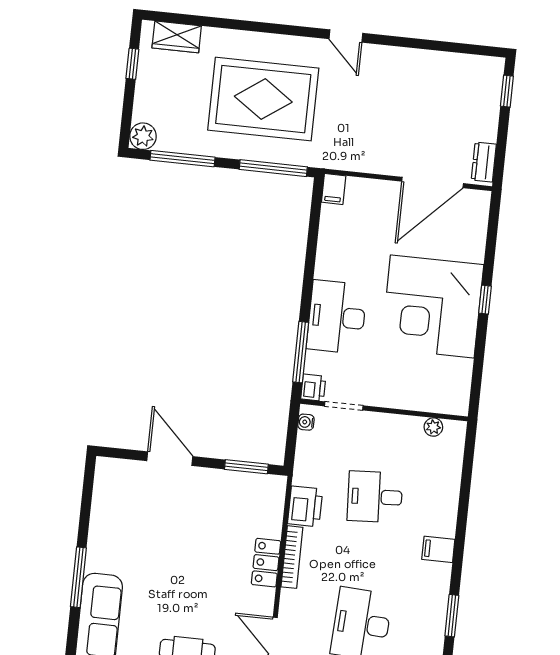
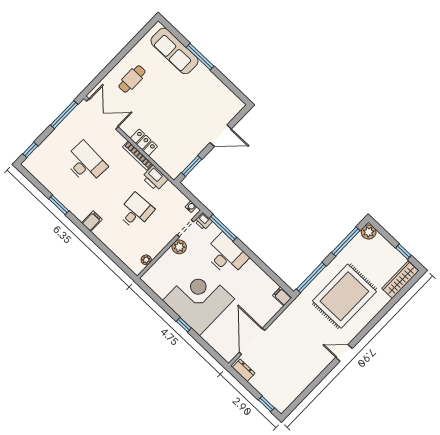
wardrobe: (177, 37) -> (400, 280), width x1.50
plant: (378, 394) -> (179, 247), added

